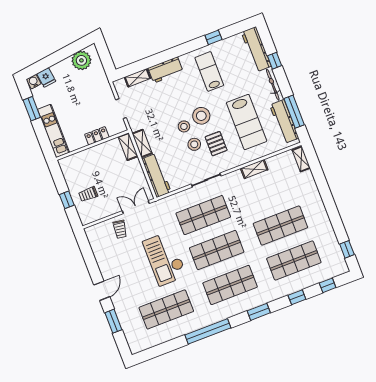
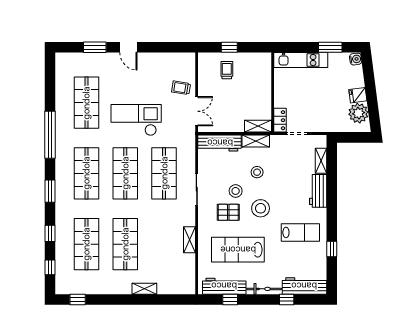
fridge: (46, 77) -> (358, 95), moved
window: (294, 112) -> (230, 299), width x0.46
stool: (184, 126) -> (257, 172), moved
locker: (97, 136) -> (280, 120), moved
shelving: (301, 159) -> (144, 289), moved

